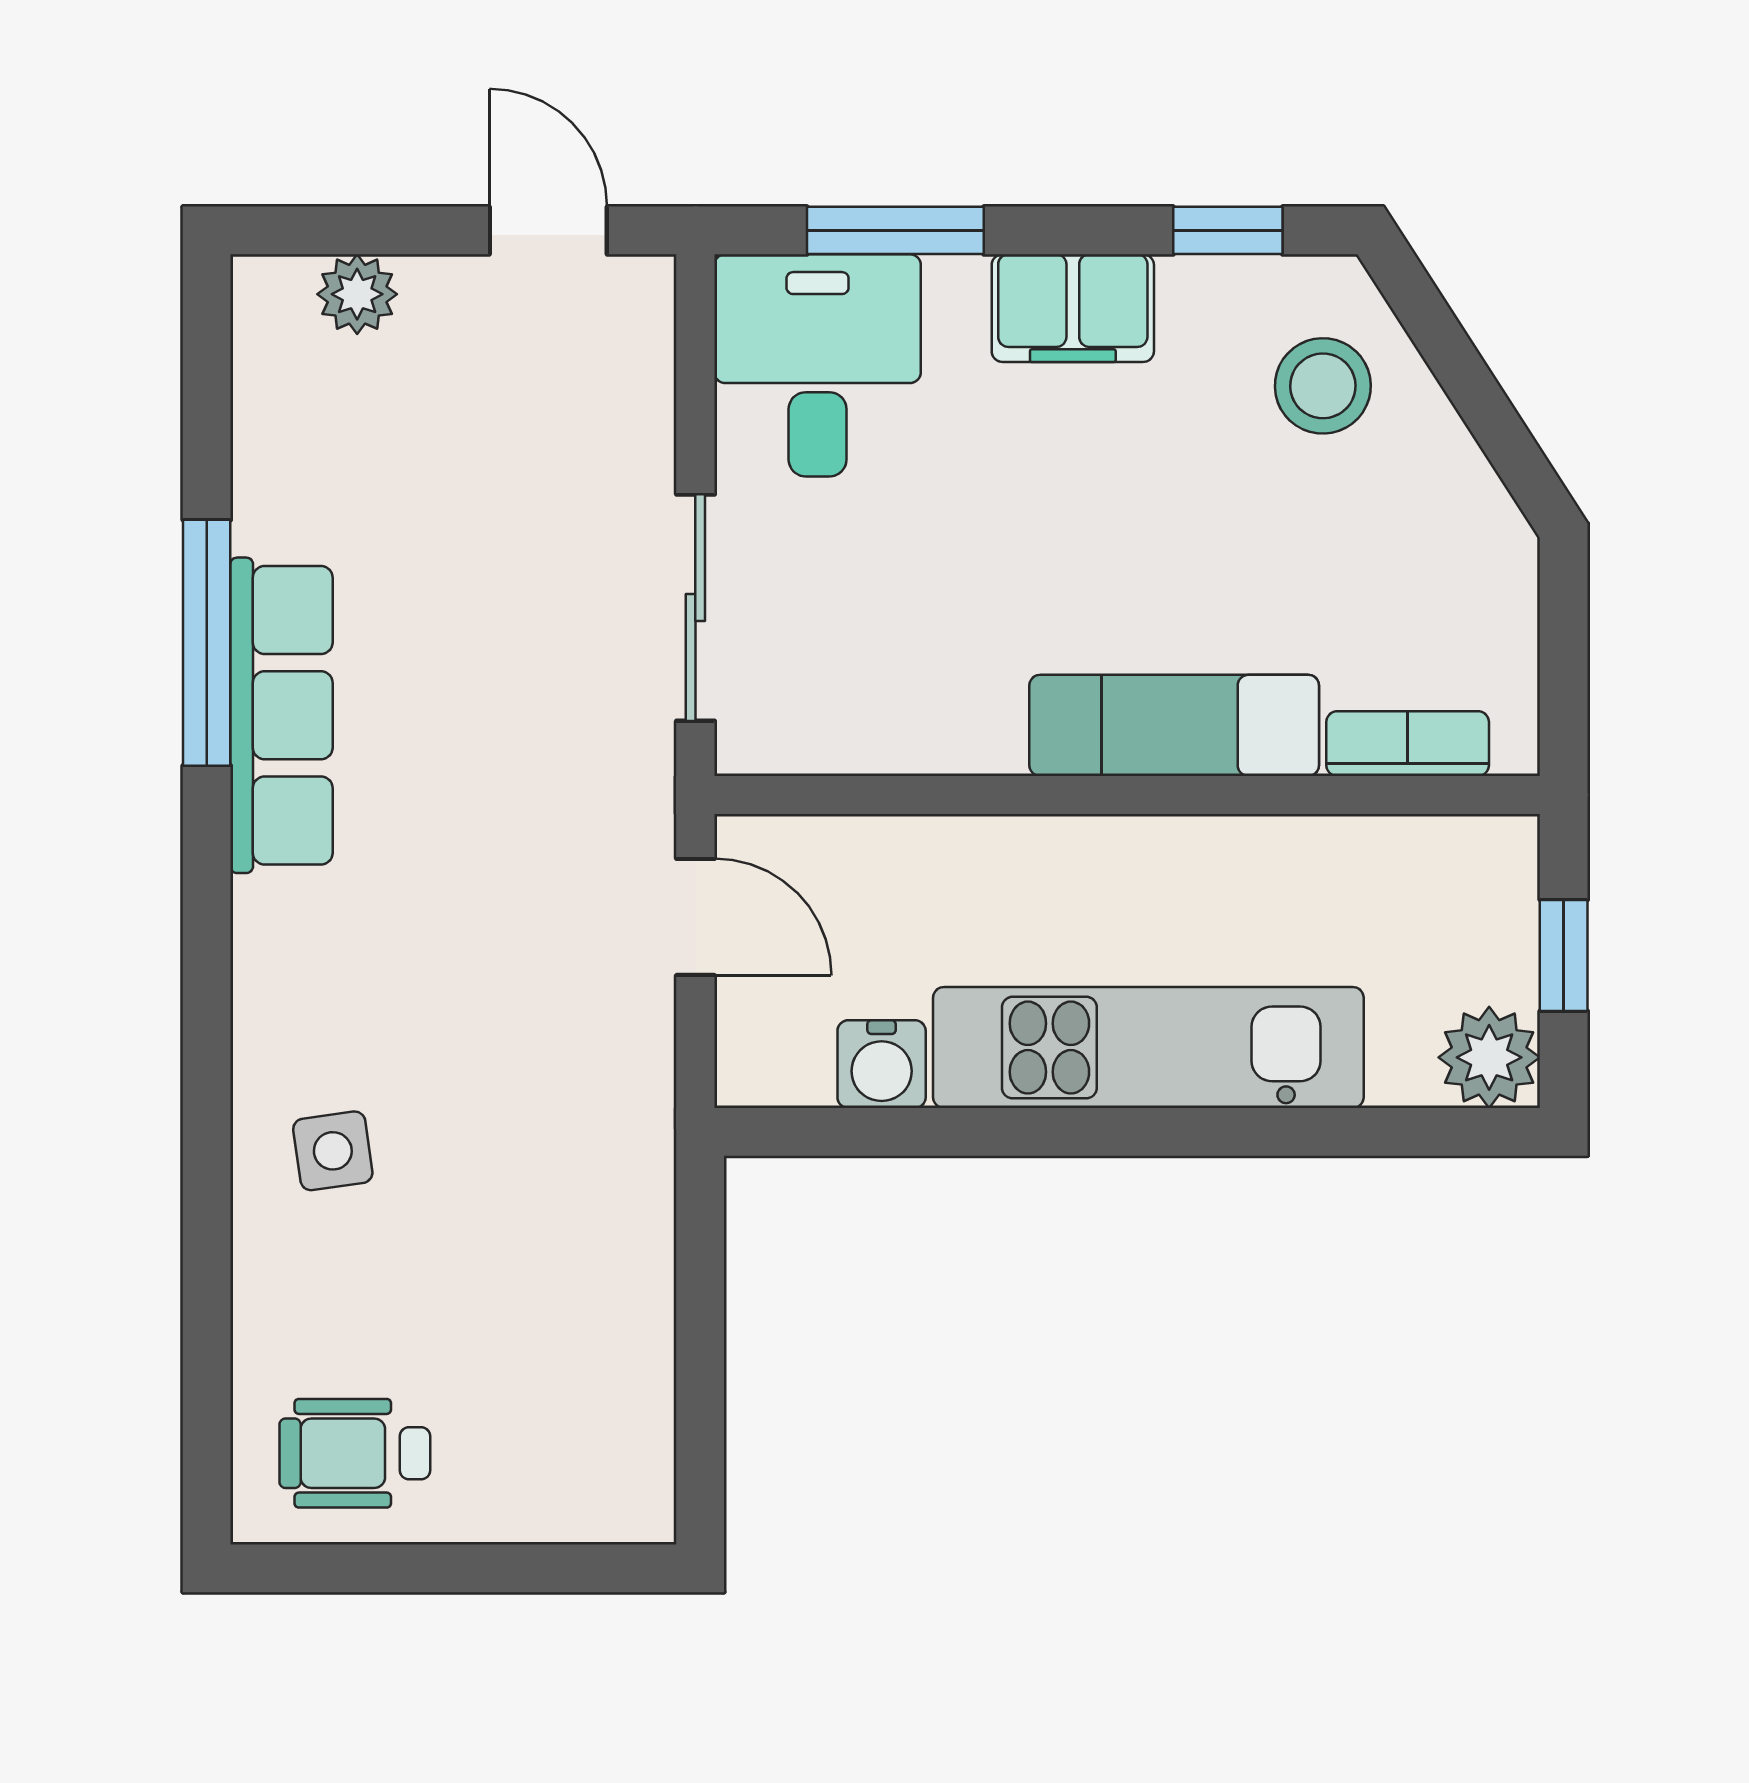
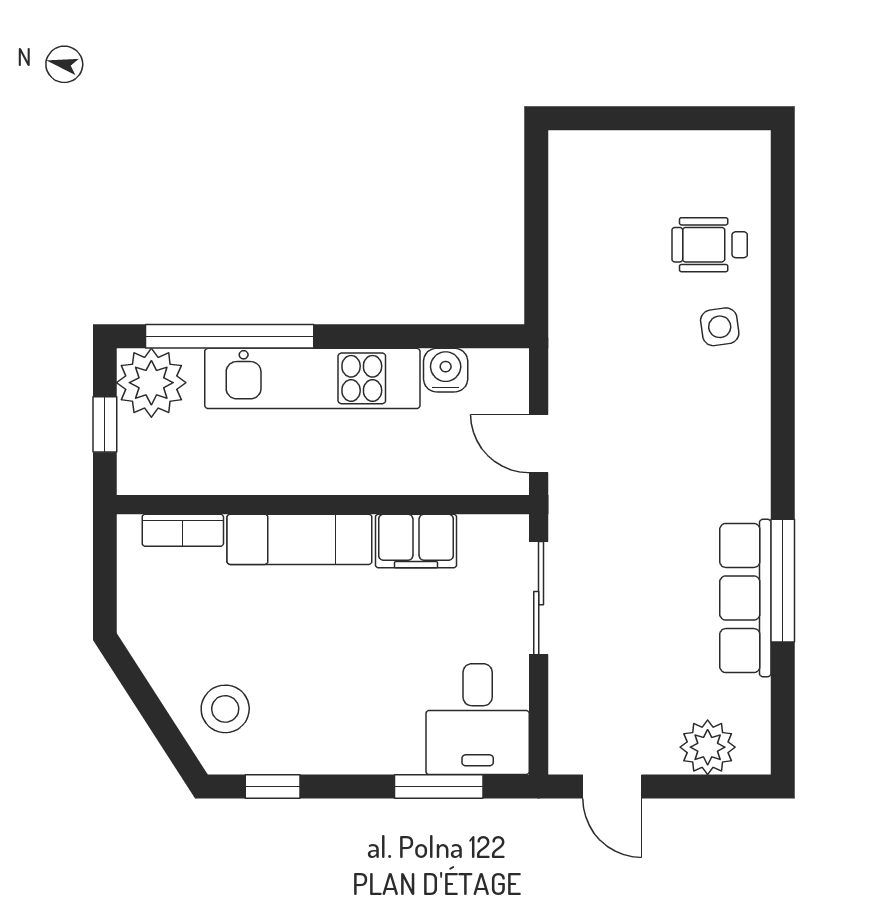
plant: (357, 294) -> (708, 747), width x1.38, depth x1.38
filing cabinet: (1073, 308) -> (416, 541), moved, turned 180
row of seats: (282, 715) -> (745, 598), moved
plant: (1489, 1057) -> (151, 383), width x1.36, depth x1.36
window: (1314, 1132) -> (230, 336), added
wheelchair: (355, 1453) -> (710, 245), moved, turned 180

